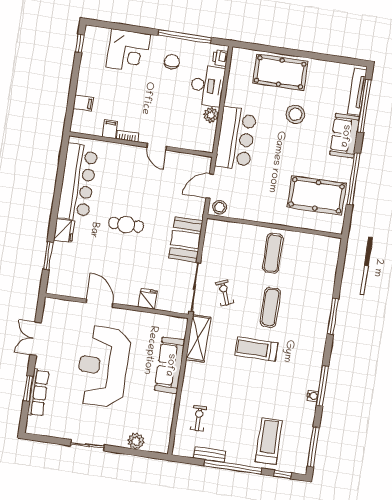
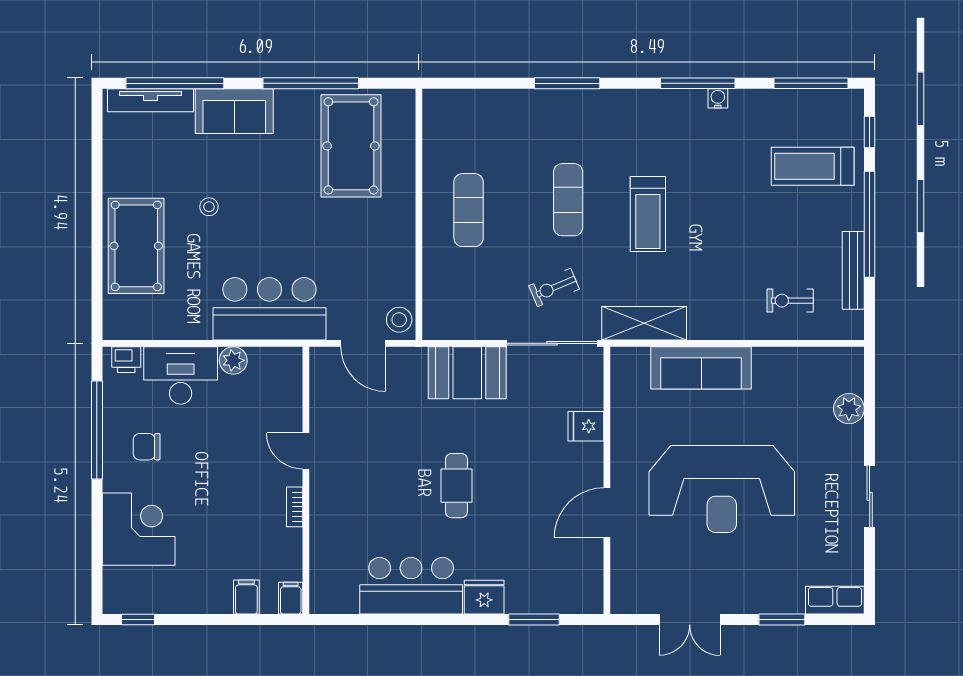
stool: (295, 114) -> (209, 207), width x0.53, depth x0.53
filing cabinet: (110, 129) -> (291, 598), moved, turned 90
door: (157, 147) -> (306, 451), swing flipped
bar counter: (78, 182) -> (411, 586), width x0.73
exercise mat: (273, 253) -> (469, 210), turned 90
exercise mat: (270, 307) -> (568, 200), turned 90
row of seats: (38, 393) -> (835, 600), moved, width x0.68
bench: (210, 455) -> (853, 270), width x1.36

